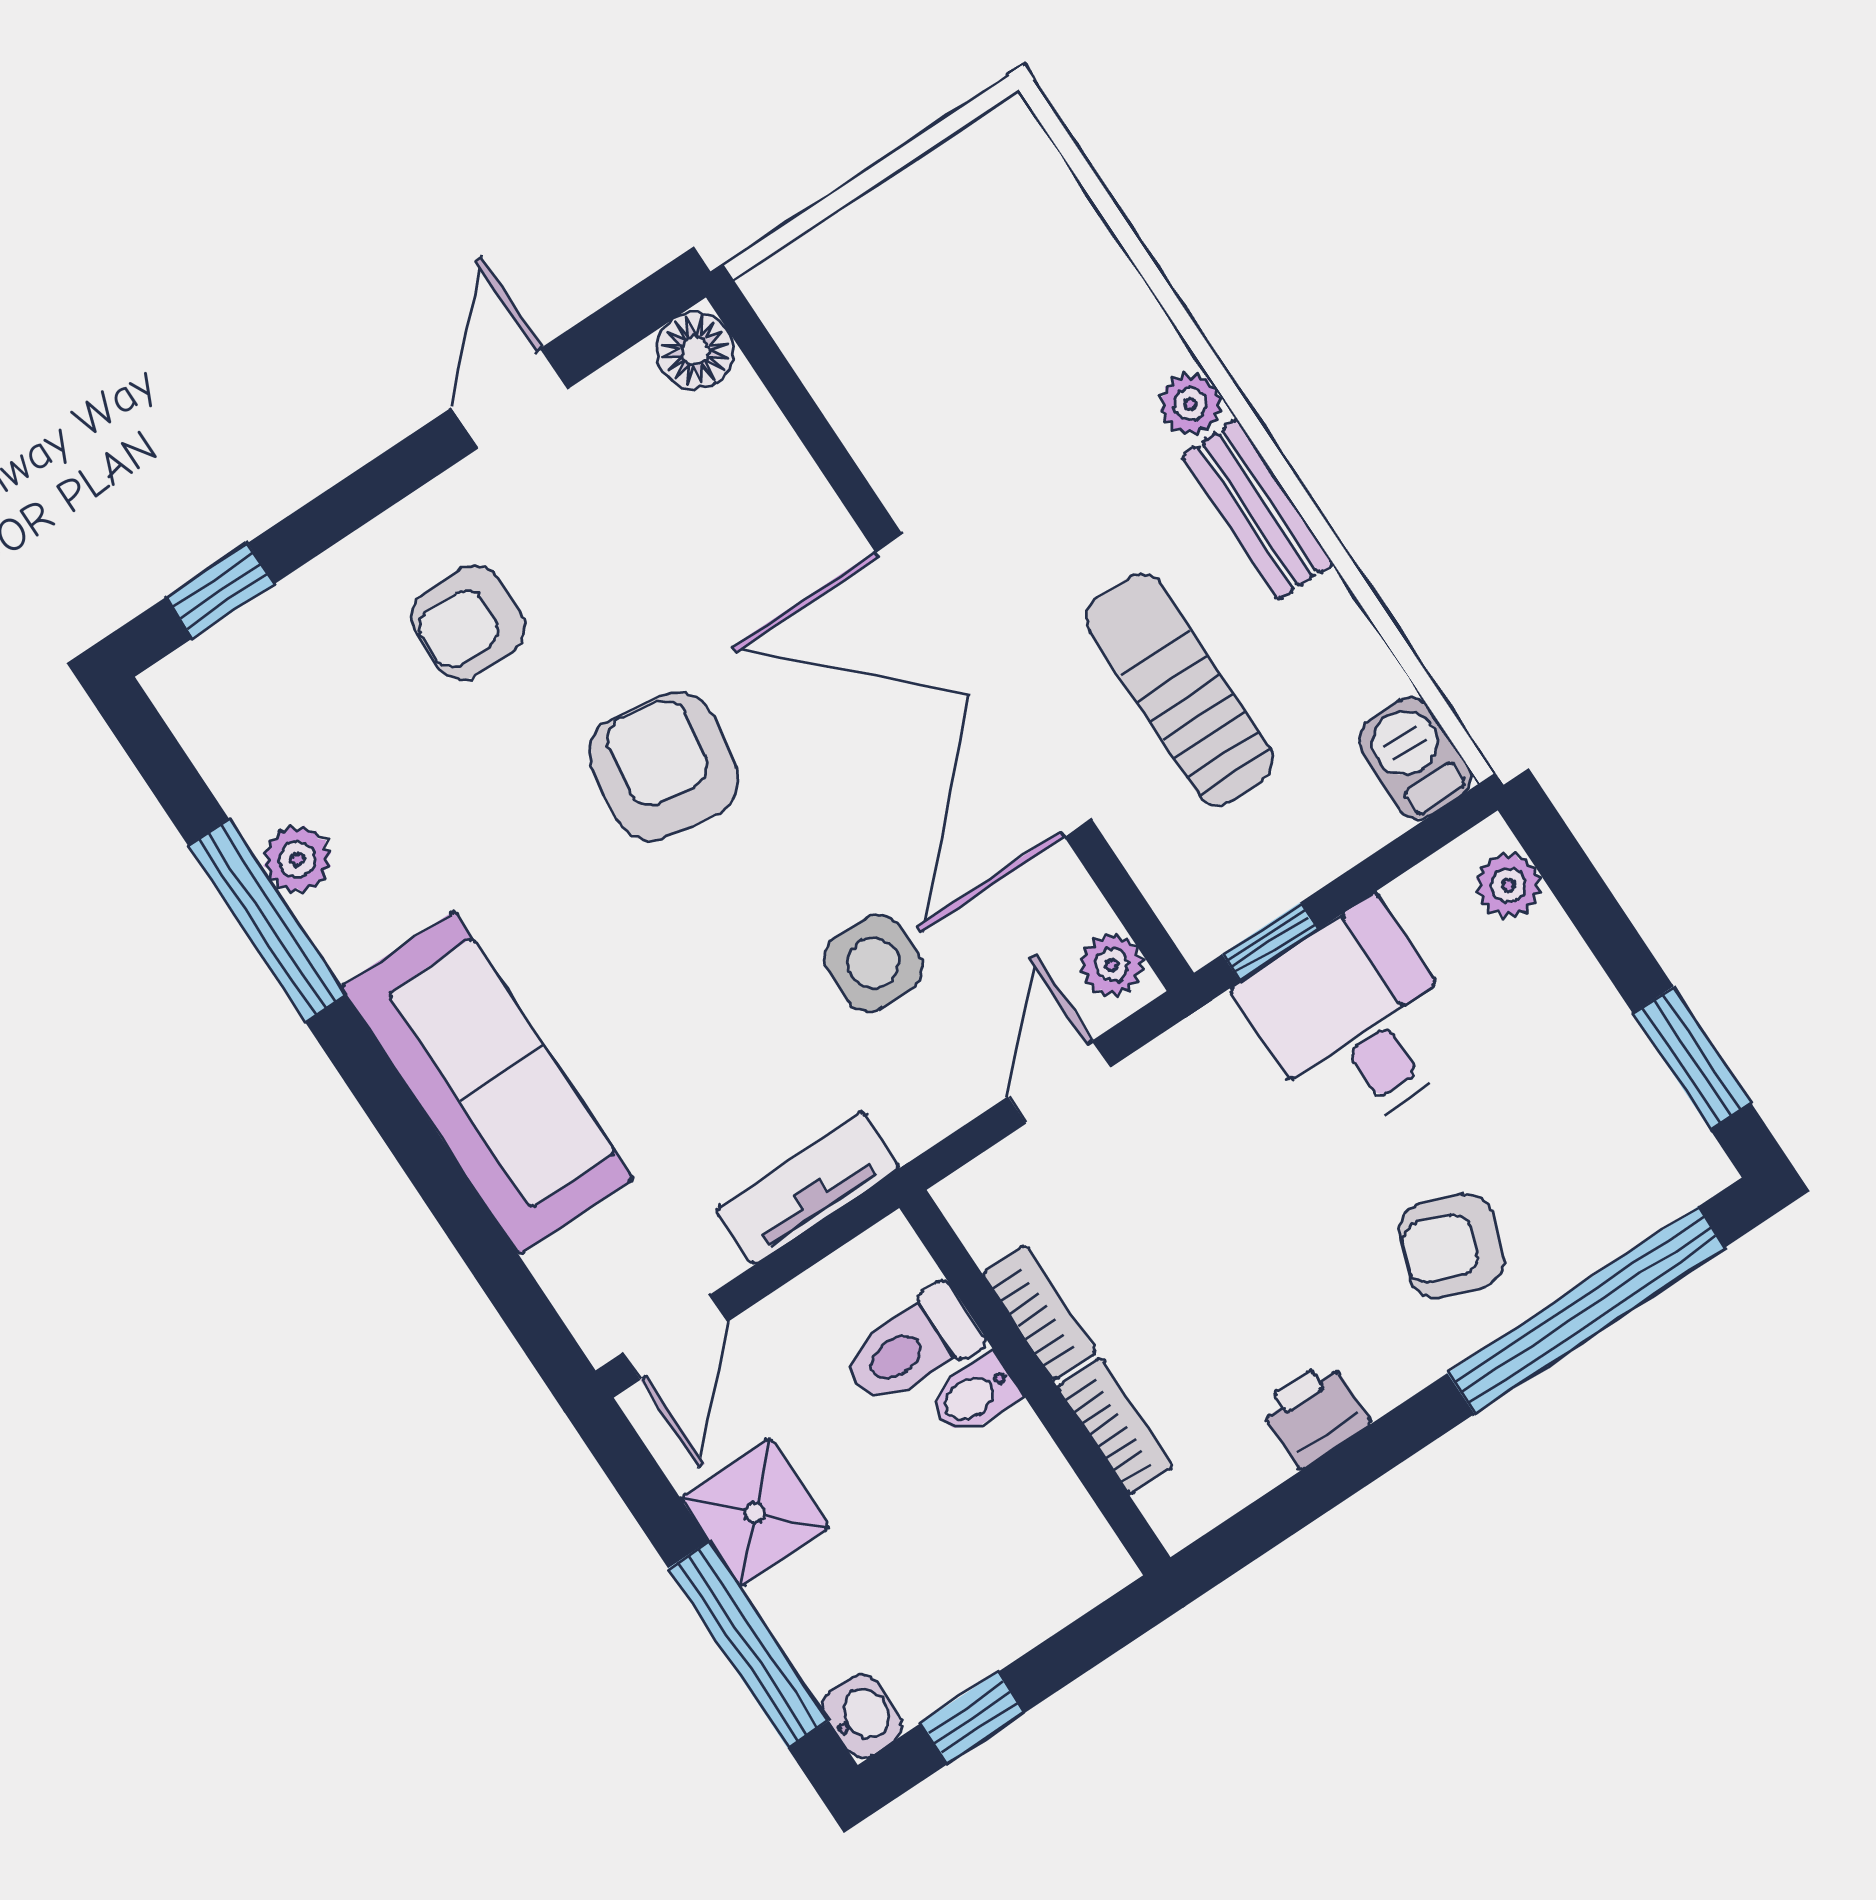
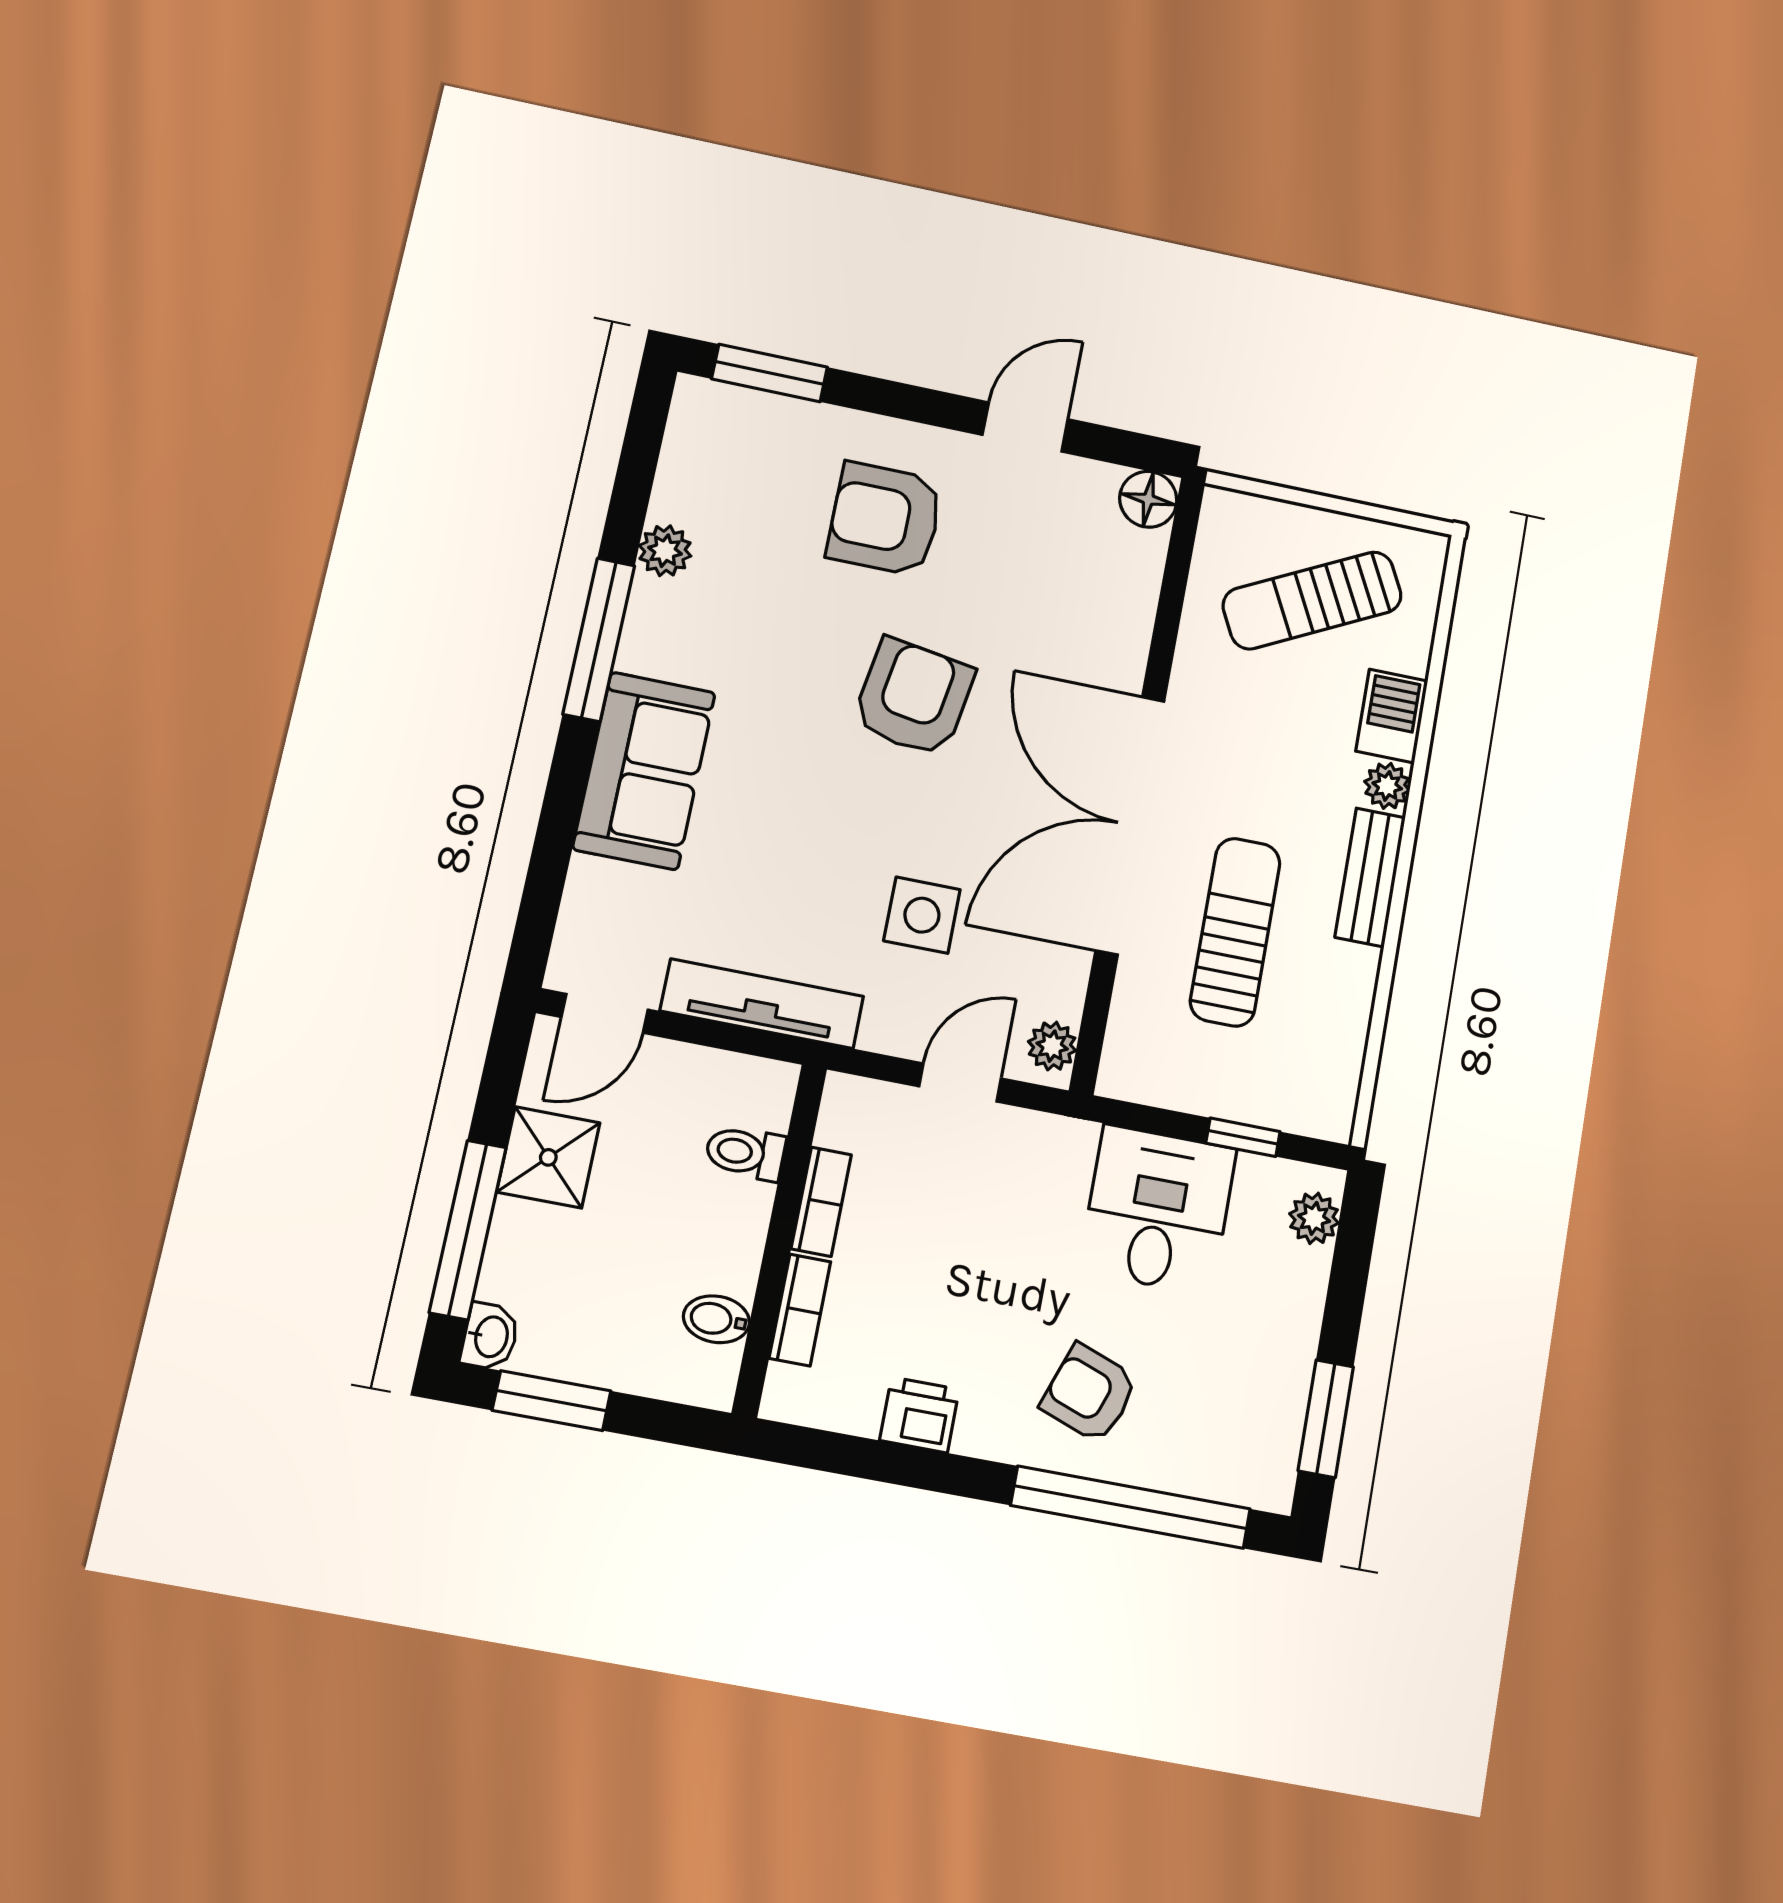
sun lounger: (947, 292) -> (1312, 600), added
window: (220, 590) -> (770, 373), width x1.50
armchair: (468, 622) -> (885, 519), width x1.38, depth x1.38
barbecue: (1415, 758) -> (1392, 716), moved
window: (267, 920) -> (599, 640), moved
window: (1270, 942) -> (1243, 1137), moved
sofa: (487, 1083) -> (644, 771), width x0.73
tv unit: (808, 1188) -> (762, 1004), width x1.41
toilet: (912, 1347) -> (745, 1153), width x0.73, depth x0.72
bidet: (974, 1395) -> (716, 1319), moved
window: (973, 1718) -> (552, 1401), width x1.50

